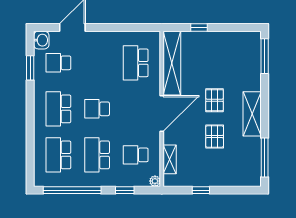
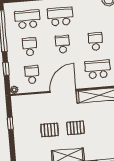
school desk: (58, 63) -> (96, 42), moved
door: (162, 113) -> (63, 91), swing flipped
school desk: (97, 155) -> (30, 47), width x0.54
shelving: (170, 159) -> (31, 99), removed

